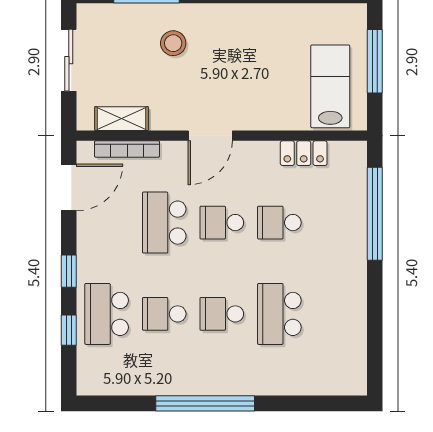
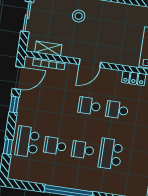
school desk: (164, 223) -> (62, 102), removed
window: (69, 271) -> (14, 104), moved

